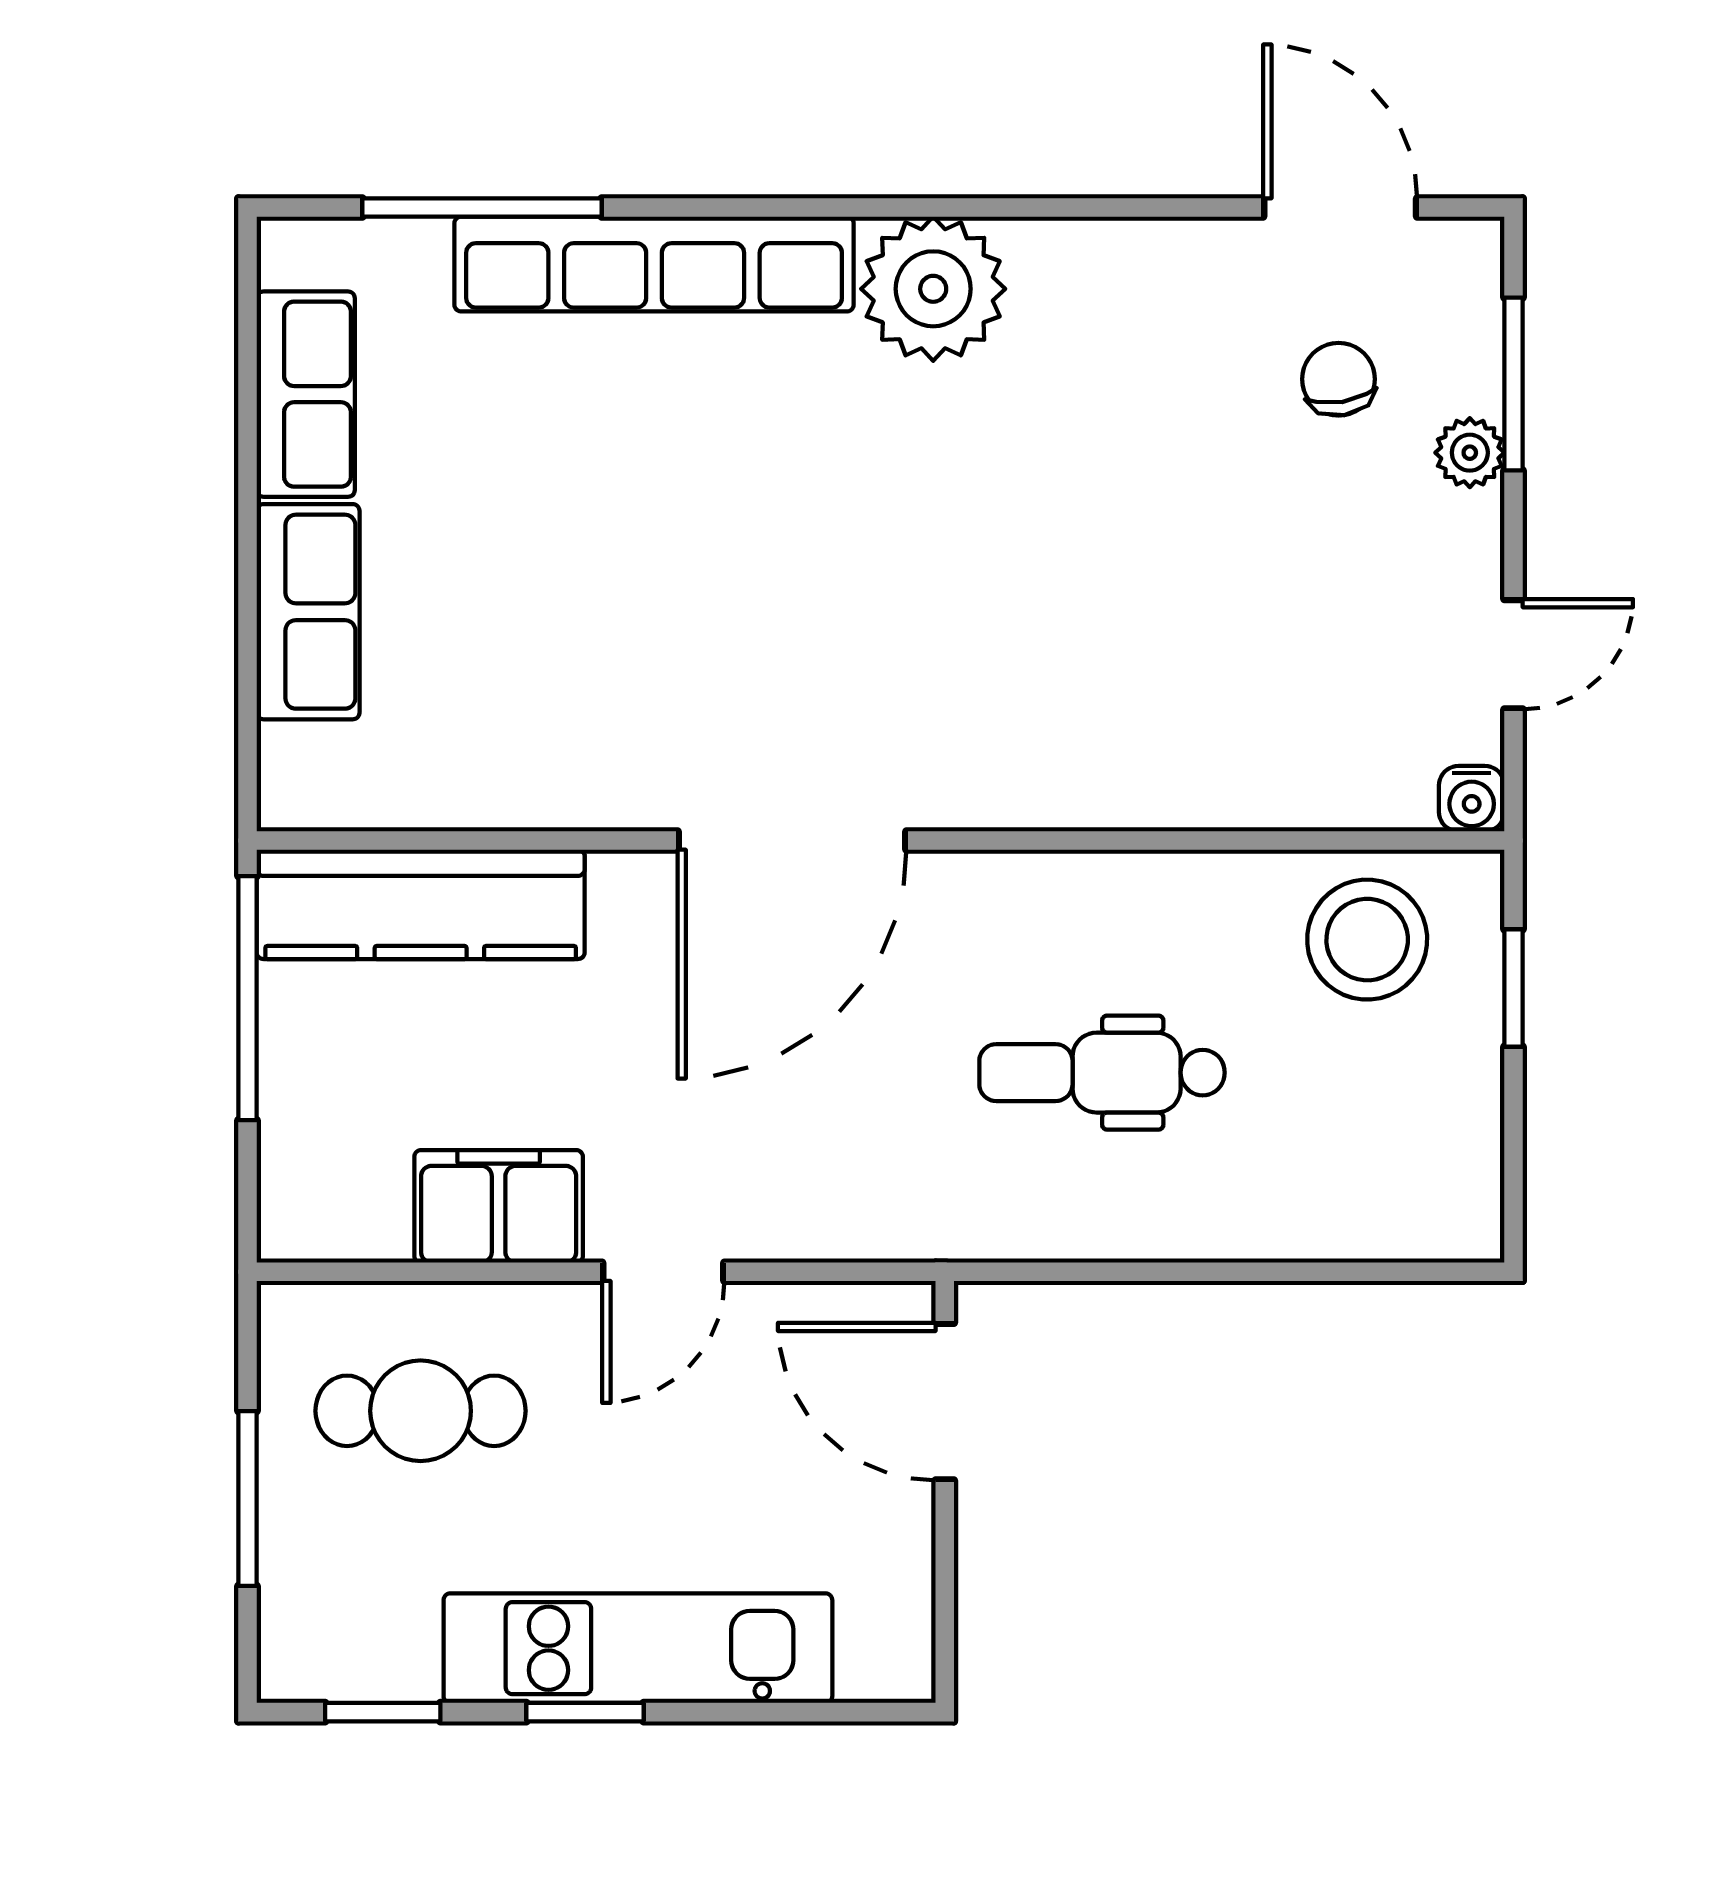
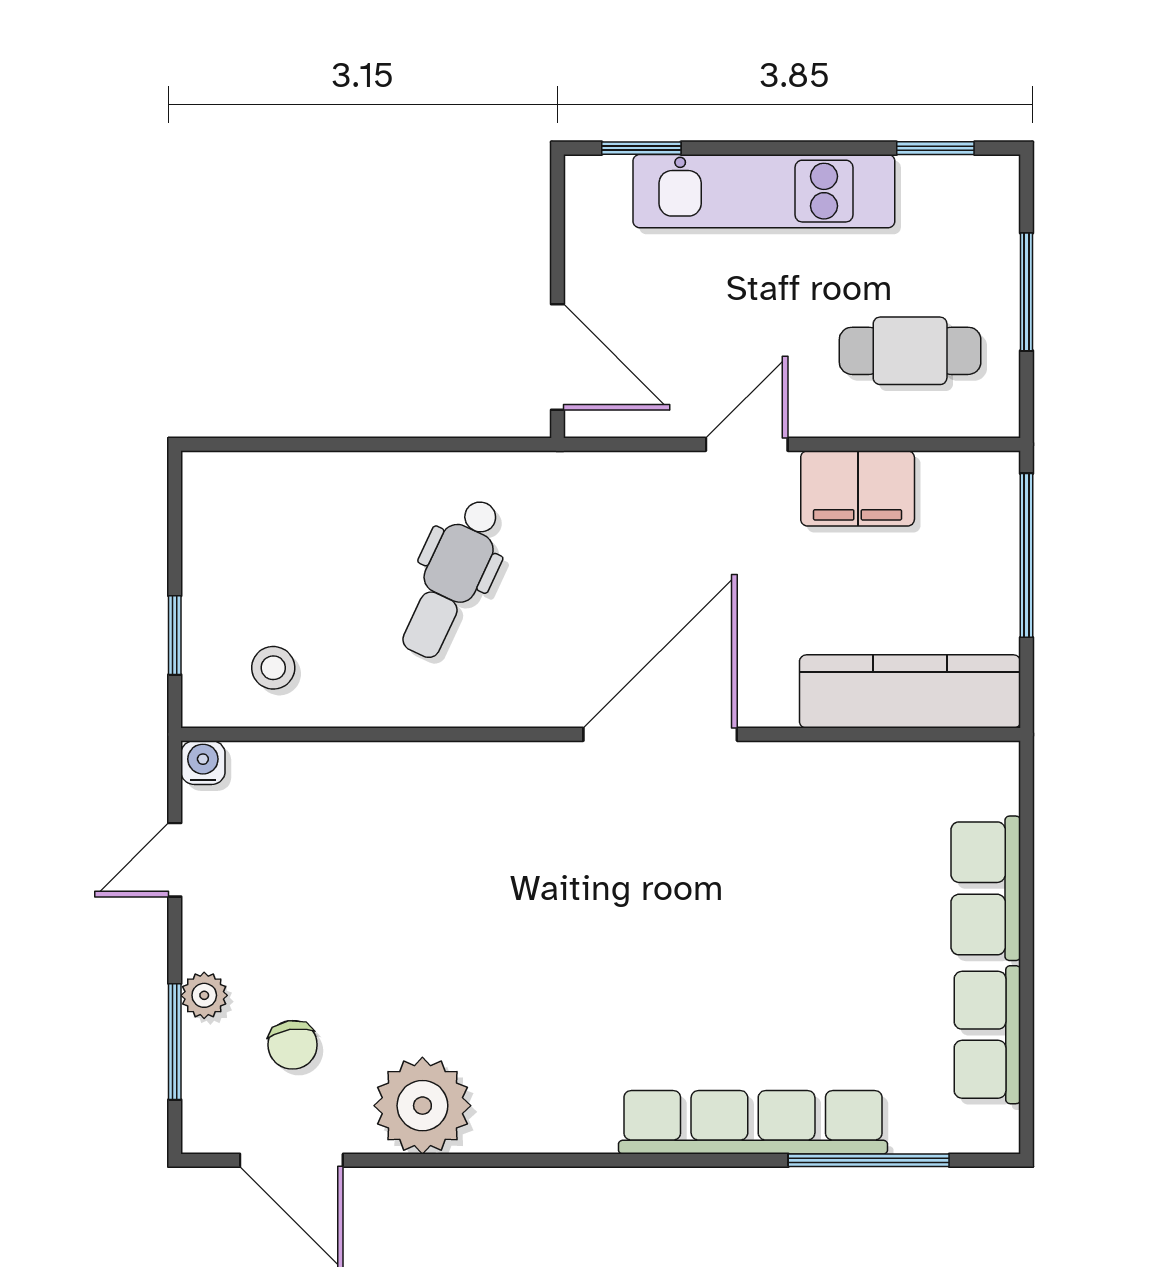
plant: (933, 289) -> (422, 1106), moved
stool: (1367, 940) -> (273, 668), width x0.53, depth x0.53
window: (247, 998) -> (1027, 555), moved
dental chair: (1102, 1073) -> (452, 578), turned 115
window: (585, 1712) -> (641, 148), moved

